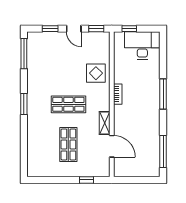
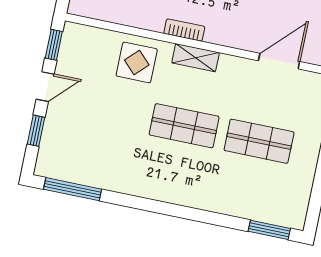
window: (24, 104) -> (269, 230), moved
shop shelf: (68, 104) -> (184, 126), turned 90
shelving: (105, 123) -> (196, 58), moved

